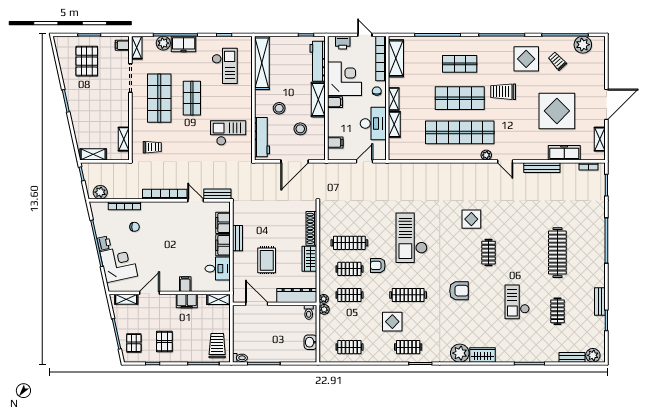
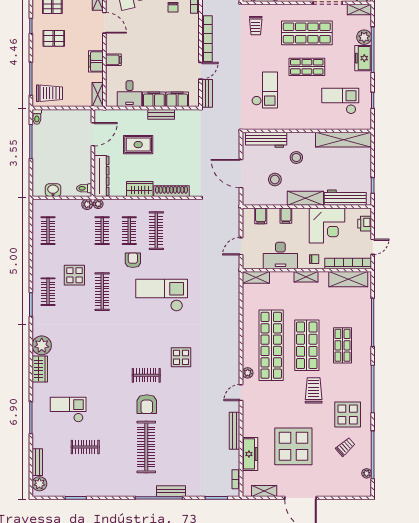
plant: (583, 45) -> (367, 473), width x0.53, depth x0.53
checkout: (225, 66) -> (340, 101), turned 180
filing cabinet: (335, 102) -> (286, 216), moved
shelving: (394, 124) -> (256, 277), moved
checkout: (228, 133) -> (265, 90), moved
door: (364, 161) -> (241, 246), swing flipped
clothes rail: (557, 253) -> (146, 447), turned 90
armchair: (459, 291) -> (147, 404), moved
checkout: (517, 302) -> (68, 410), moved
bench: (600, 302) -> (171, 491), moved

